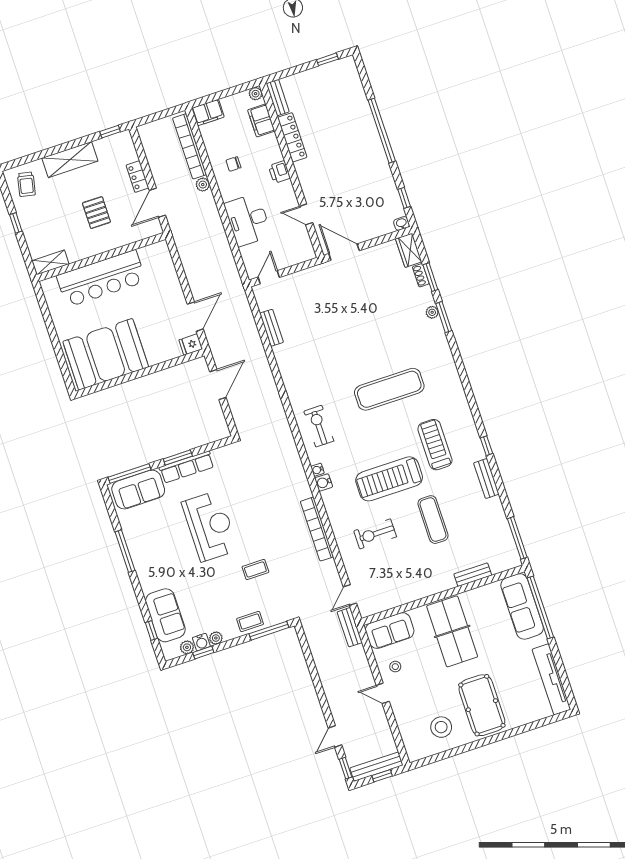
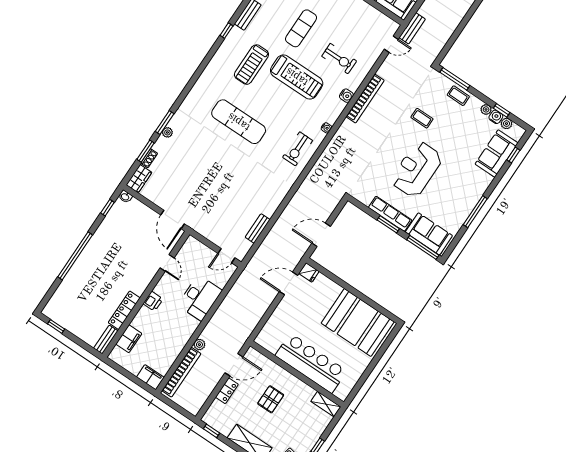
plant: (256, 94) -> (114, 356), removed
chair: (233, 164) -> (171, 335), removed
water cooler: (324, 482) -> (346, 96), moved

